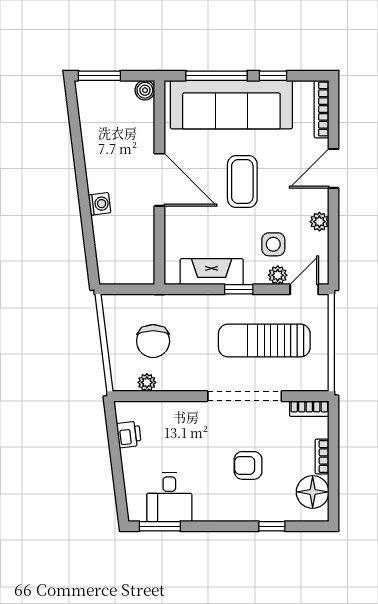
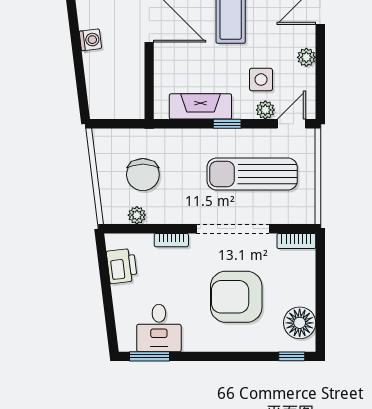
printer: (129, 434) -> (122, 266), width x1.36, depth x1.24
bookcase: (322, 457) -> (171, 240), moved, turned -90
armchair: (248, 465) -> (236, 297), width x1.88, depth x1.88
window: (272, 526) -> (292, 356), moved

